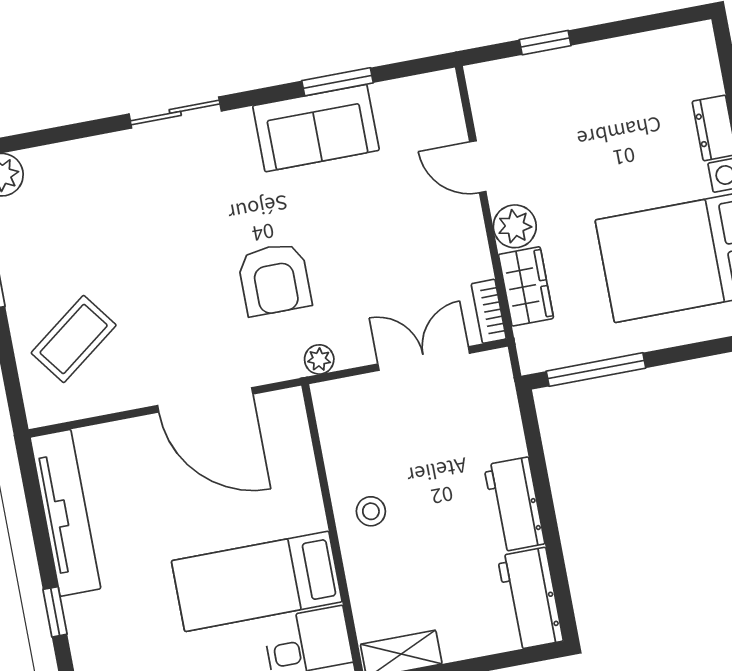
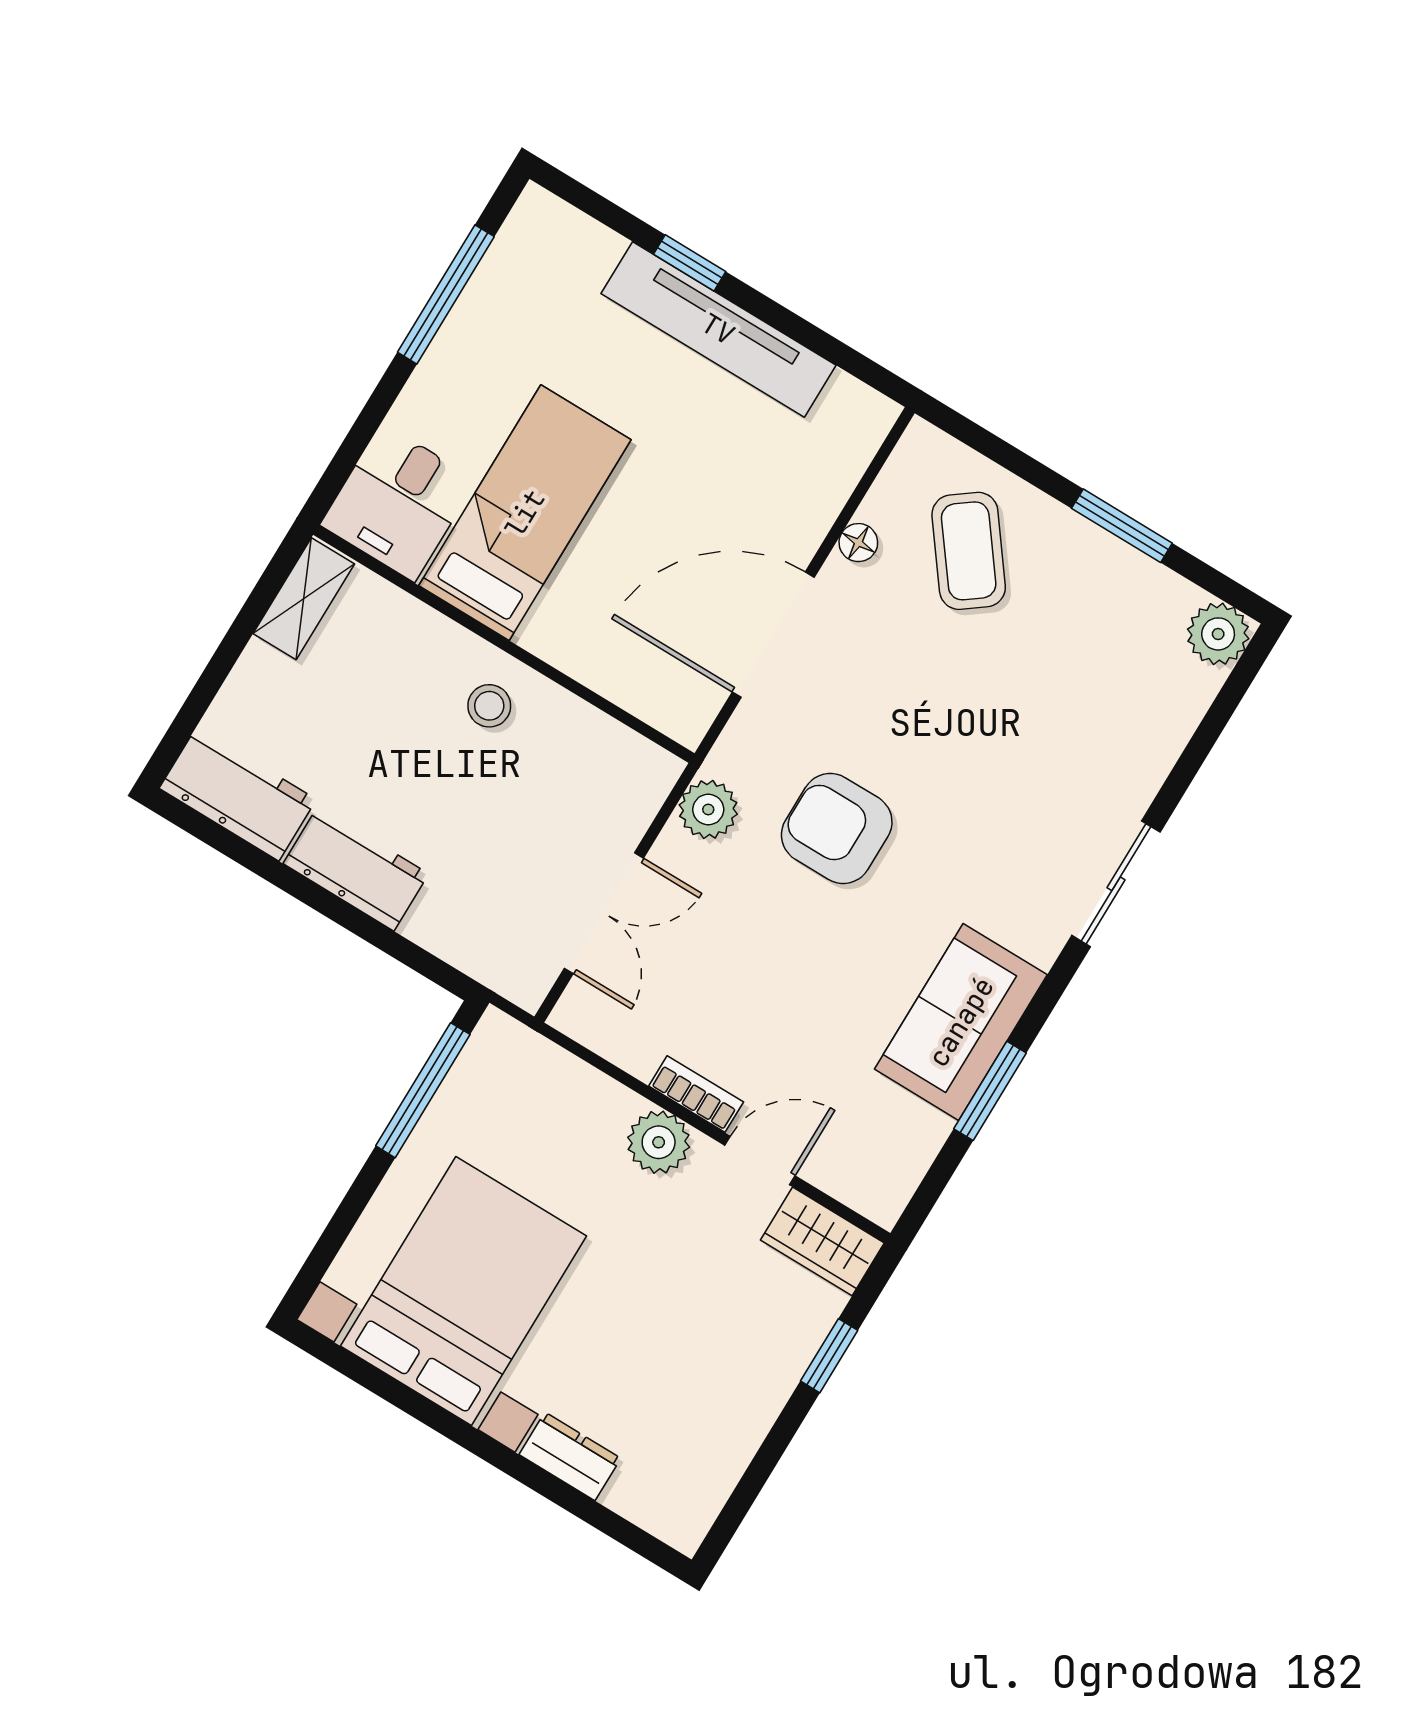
wardrobe: (526, 286) -> (822, 1241), moved
bookcase: (489, 311) -> (696, 1094), moved
plant: (319, 359) -> (708, 809), width x1.38, depth x1.38
floor lamp: (120, 399) -> (858, 543), added
tv unit: (65, 513) -> (718, 329), moved

